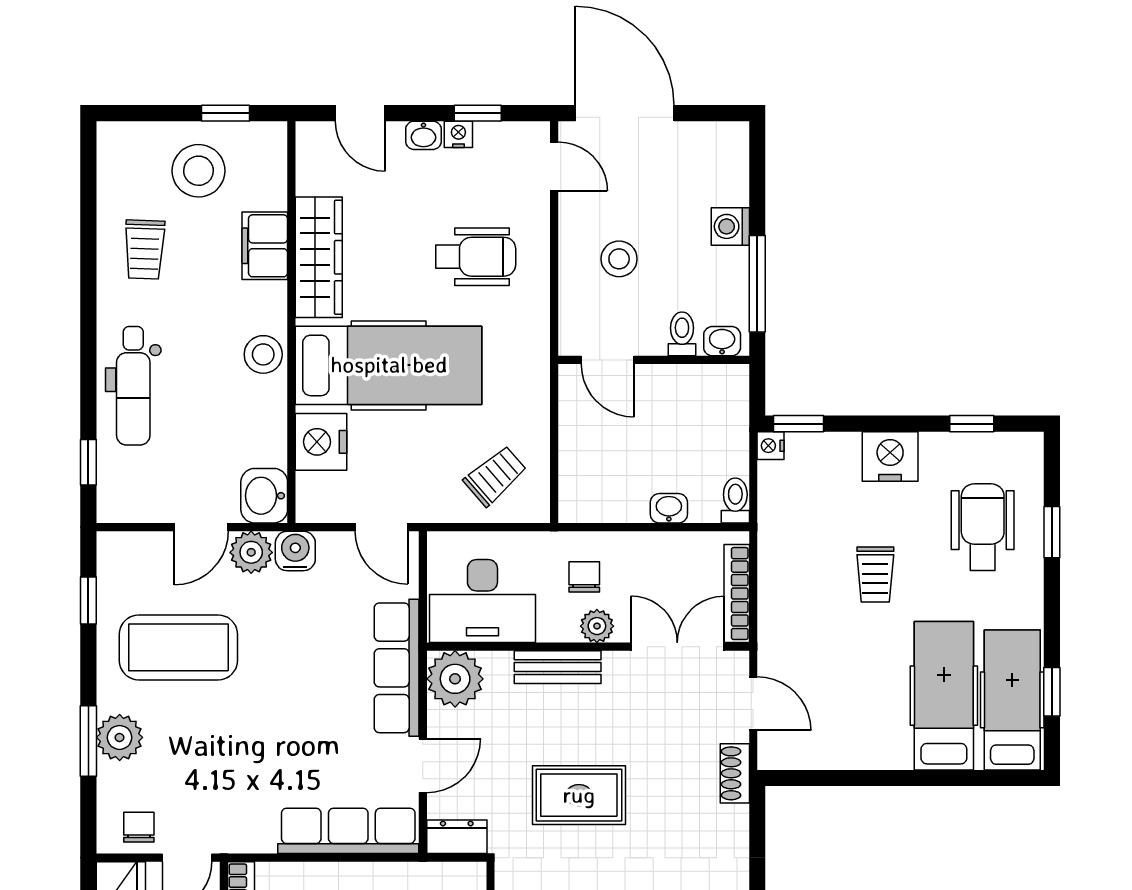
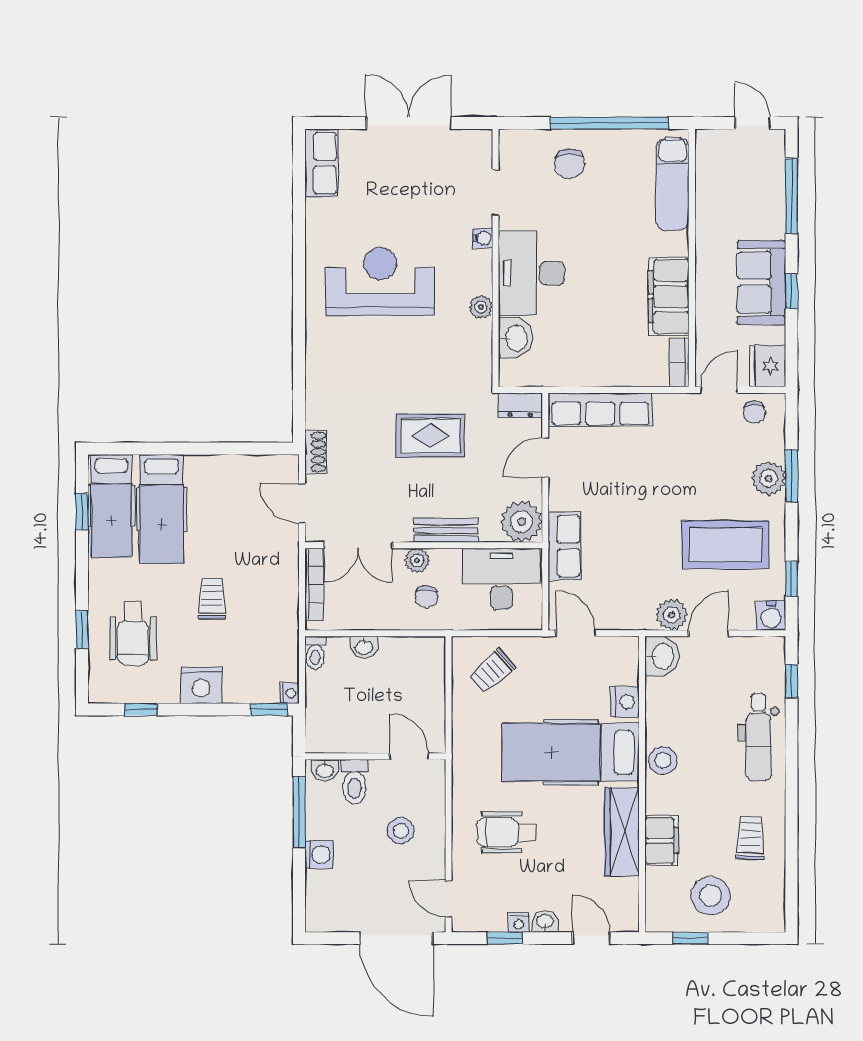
toilet: (682, 334) -> (354, 782), width x1.37, depth x1.39
dental chair: (133, 386) -> (758, 737), turned 180
nightstand: (321, 442) -> (625, 702), width x0.74, depth x0.75
water cooler: (295, 551) -> (771, 616), moved
row of seats: (397, 668) -> (565, 546), width x0.68

